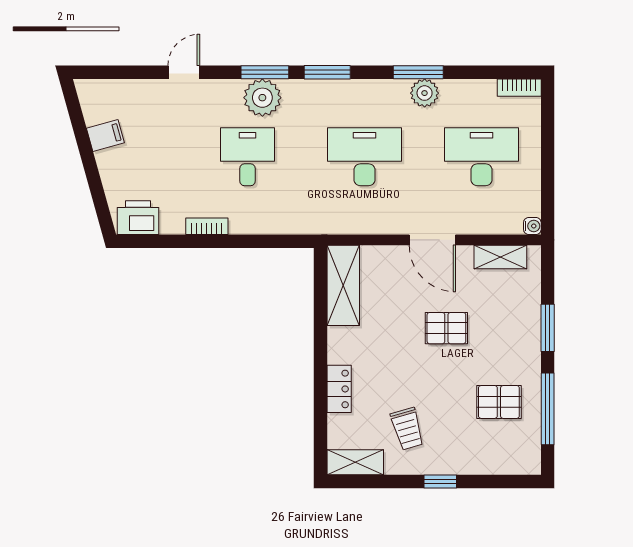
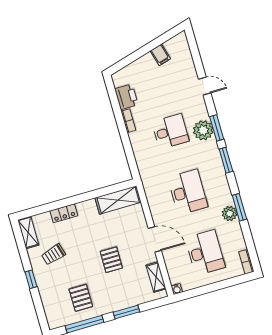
printer: (138, 218) -> (126, 97), moved
door: (432, 240) -> (155, 239), swing flipped

